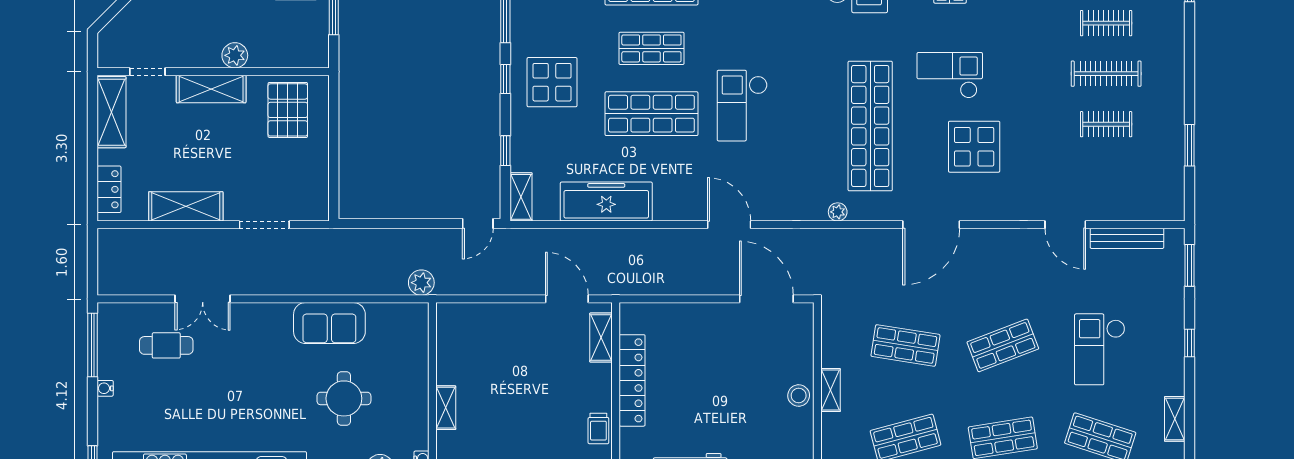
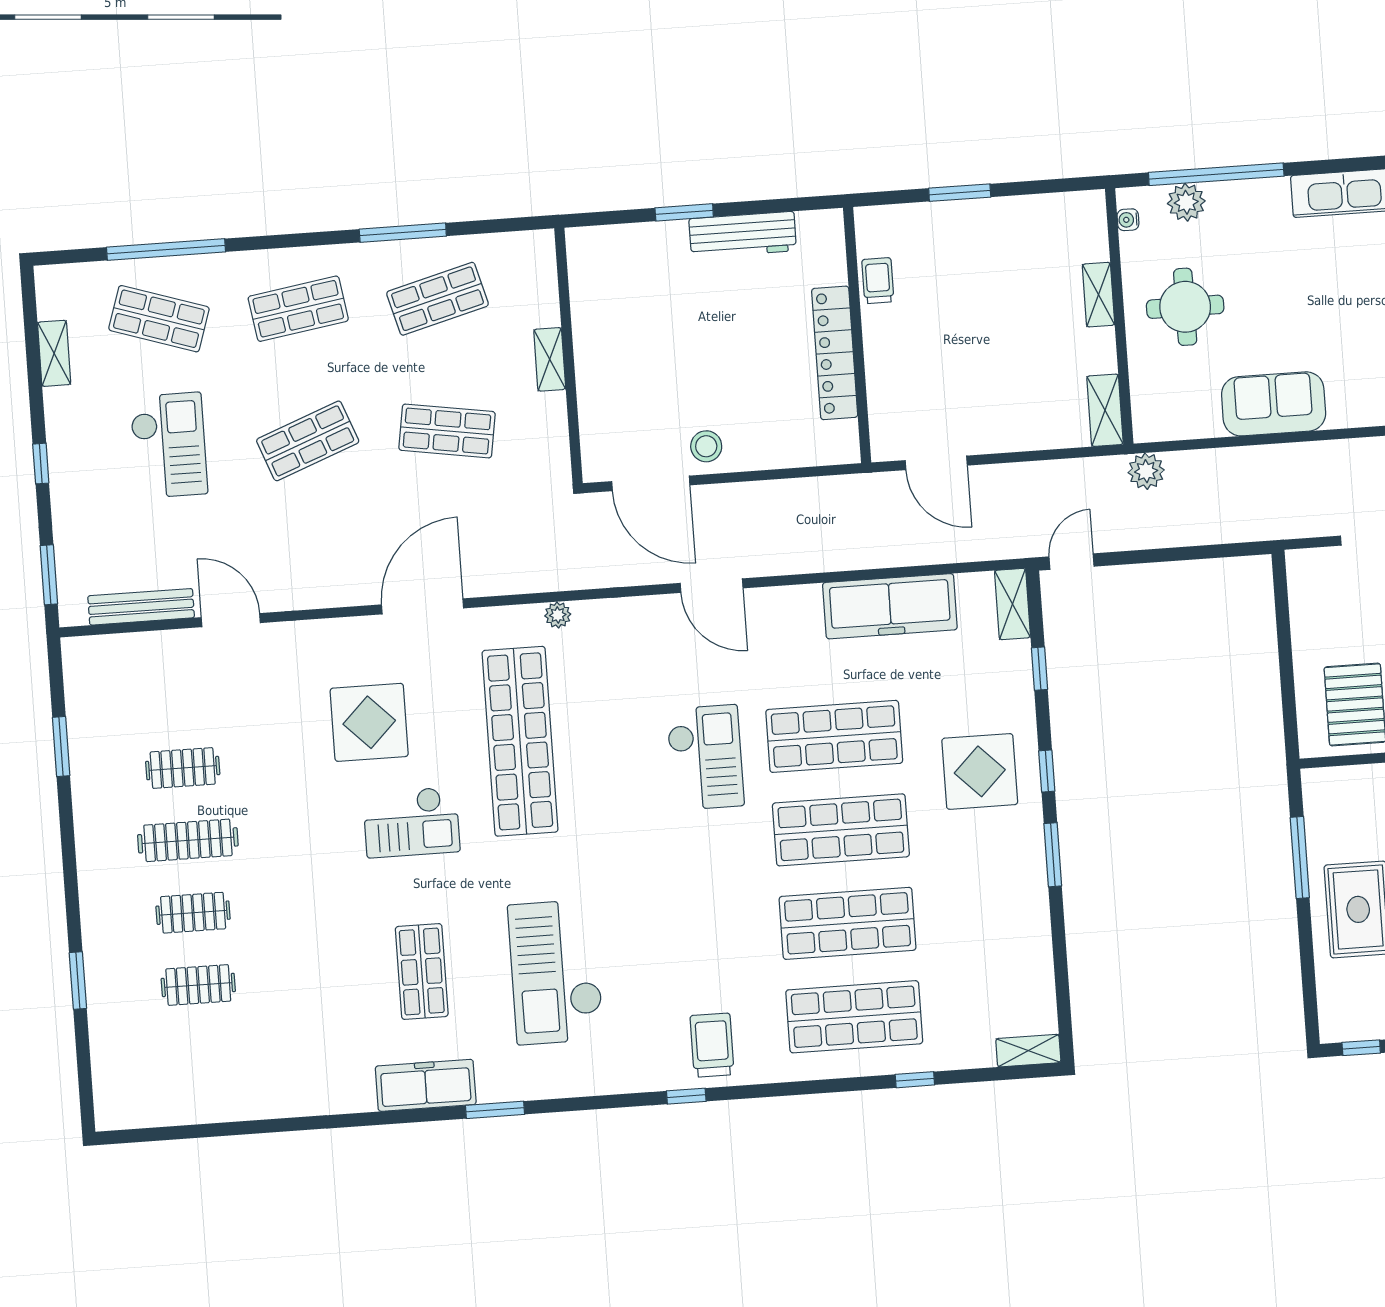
shop shelf: (651, 48) -> (841, 830), width x1.43, depth x1.36
shelving: (601, 338) -> (1105, 410), moved
stool: (799, 396) -> (706, 446), moved
round table: (344, 398) -> (1185, 307), moved

